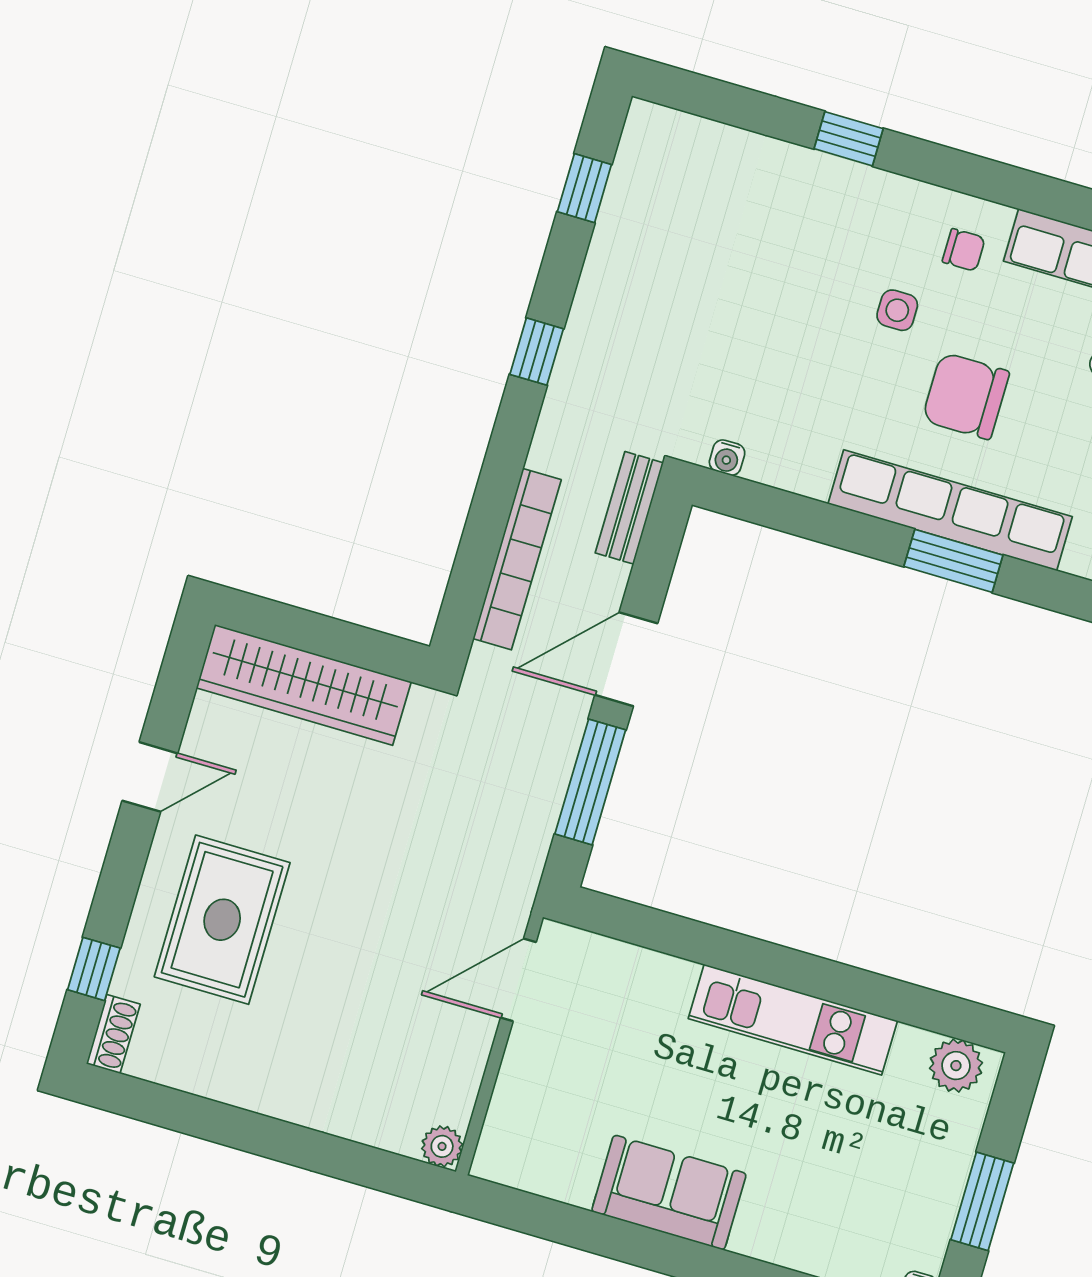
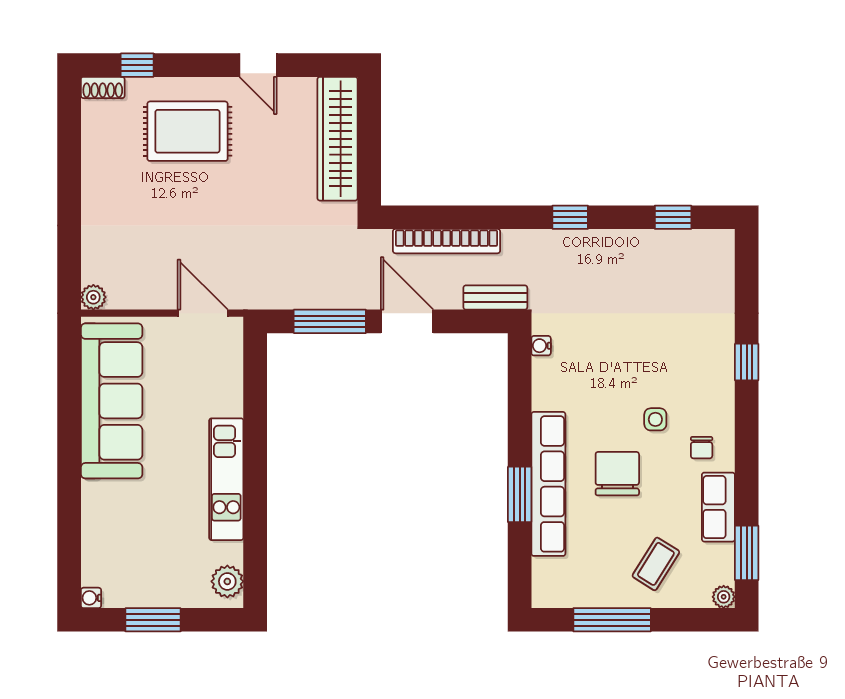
sofa: (669, 1192) -> (112, 401), width x1.85, depth x1.27

